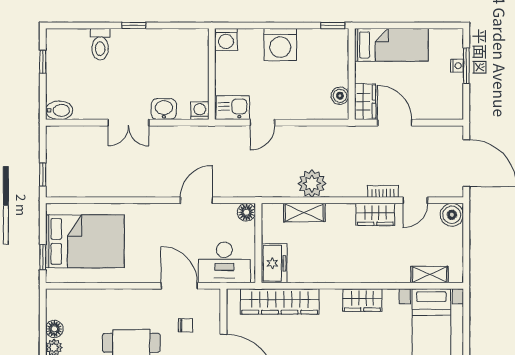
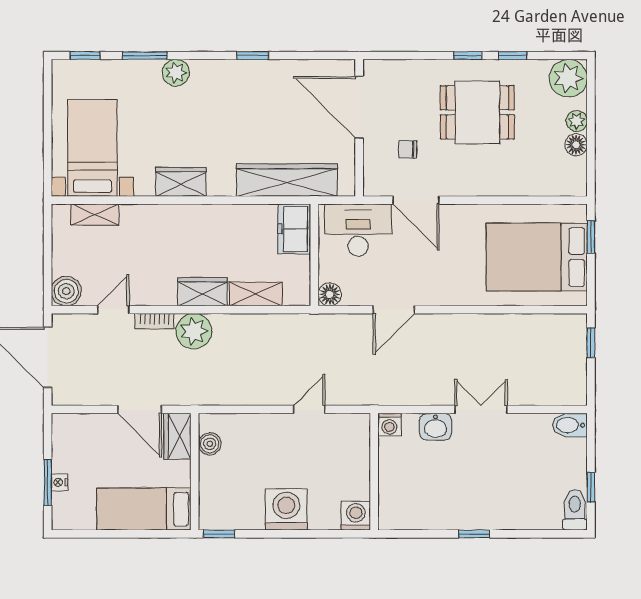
toilet: (100, 44) -> (575, 510), moved
kitchen sink: (233, 108) -> (347, 429), removed
plant: (312, 184) -> (194, 331), moved
wardrobe: (375, 214) -> (202, 292), moved

